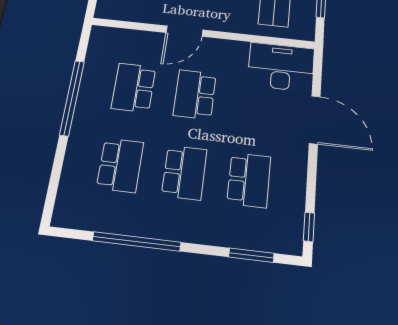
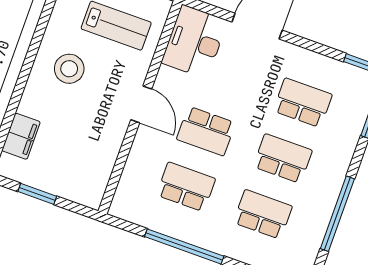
door: (184, 31) -> (141, 104), moved
school desk: (134, 88) -> (186, 187), turned 180

